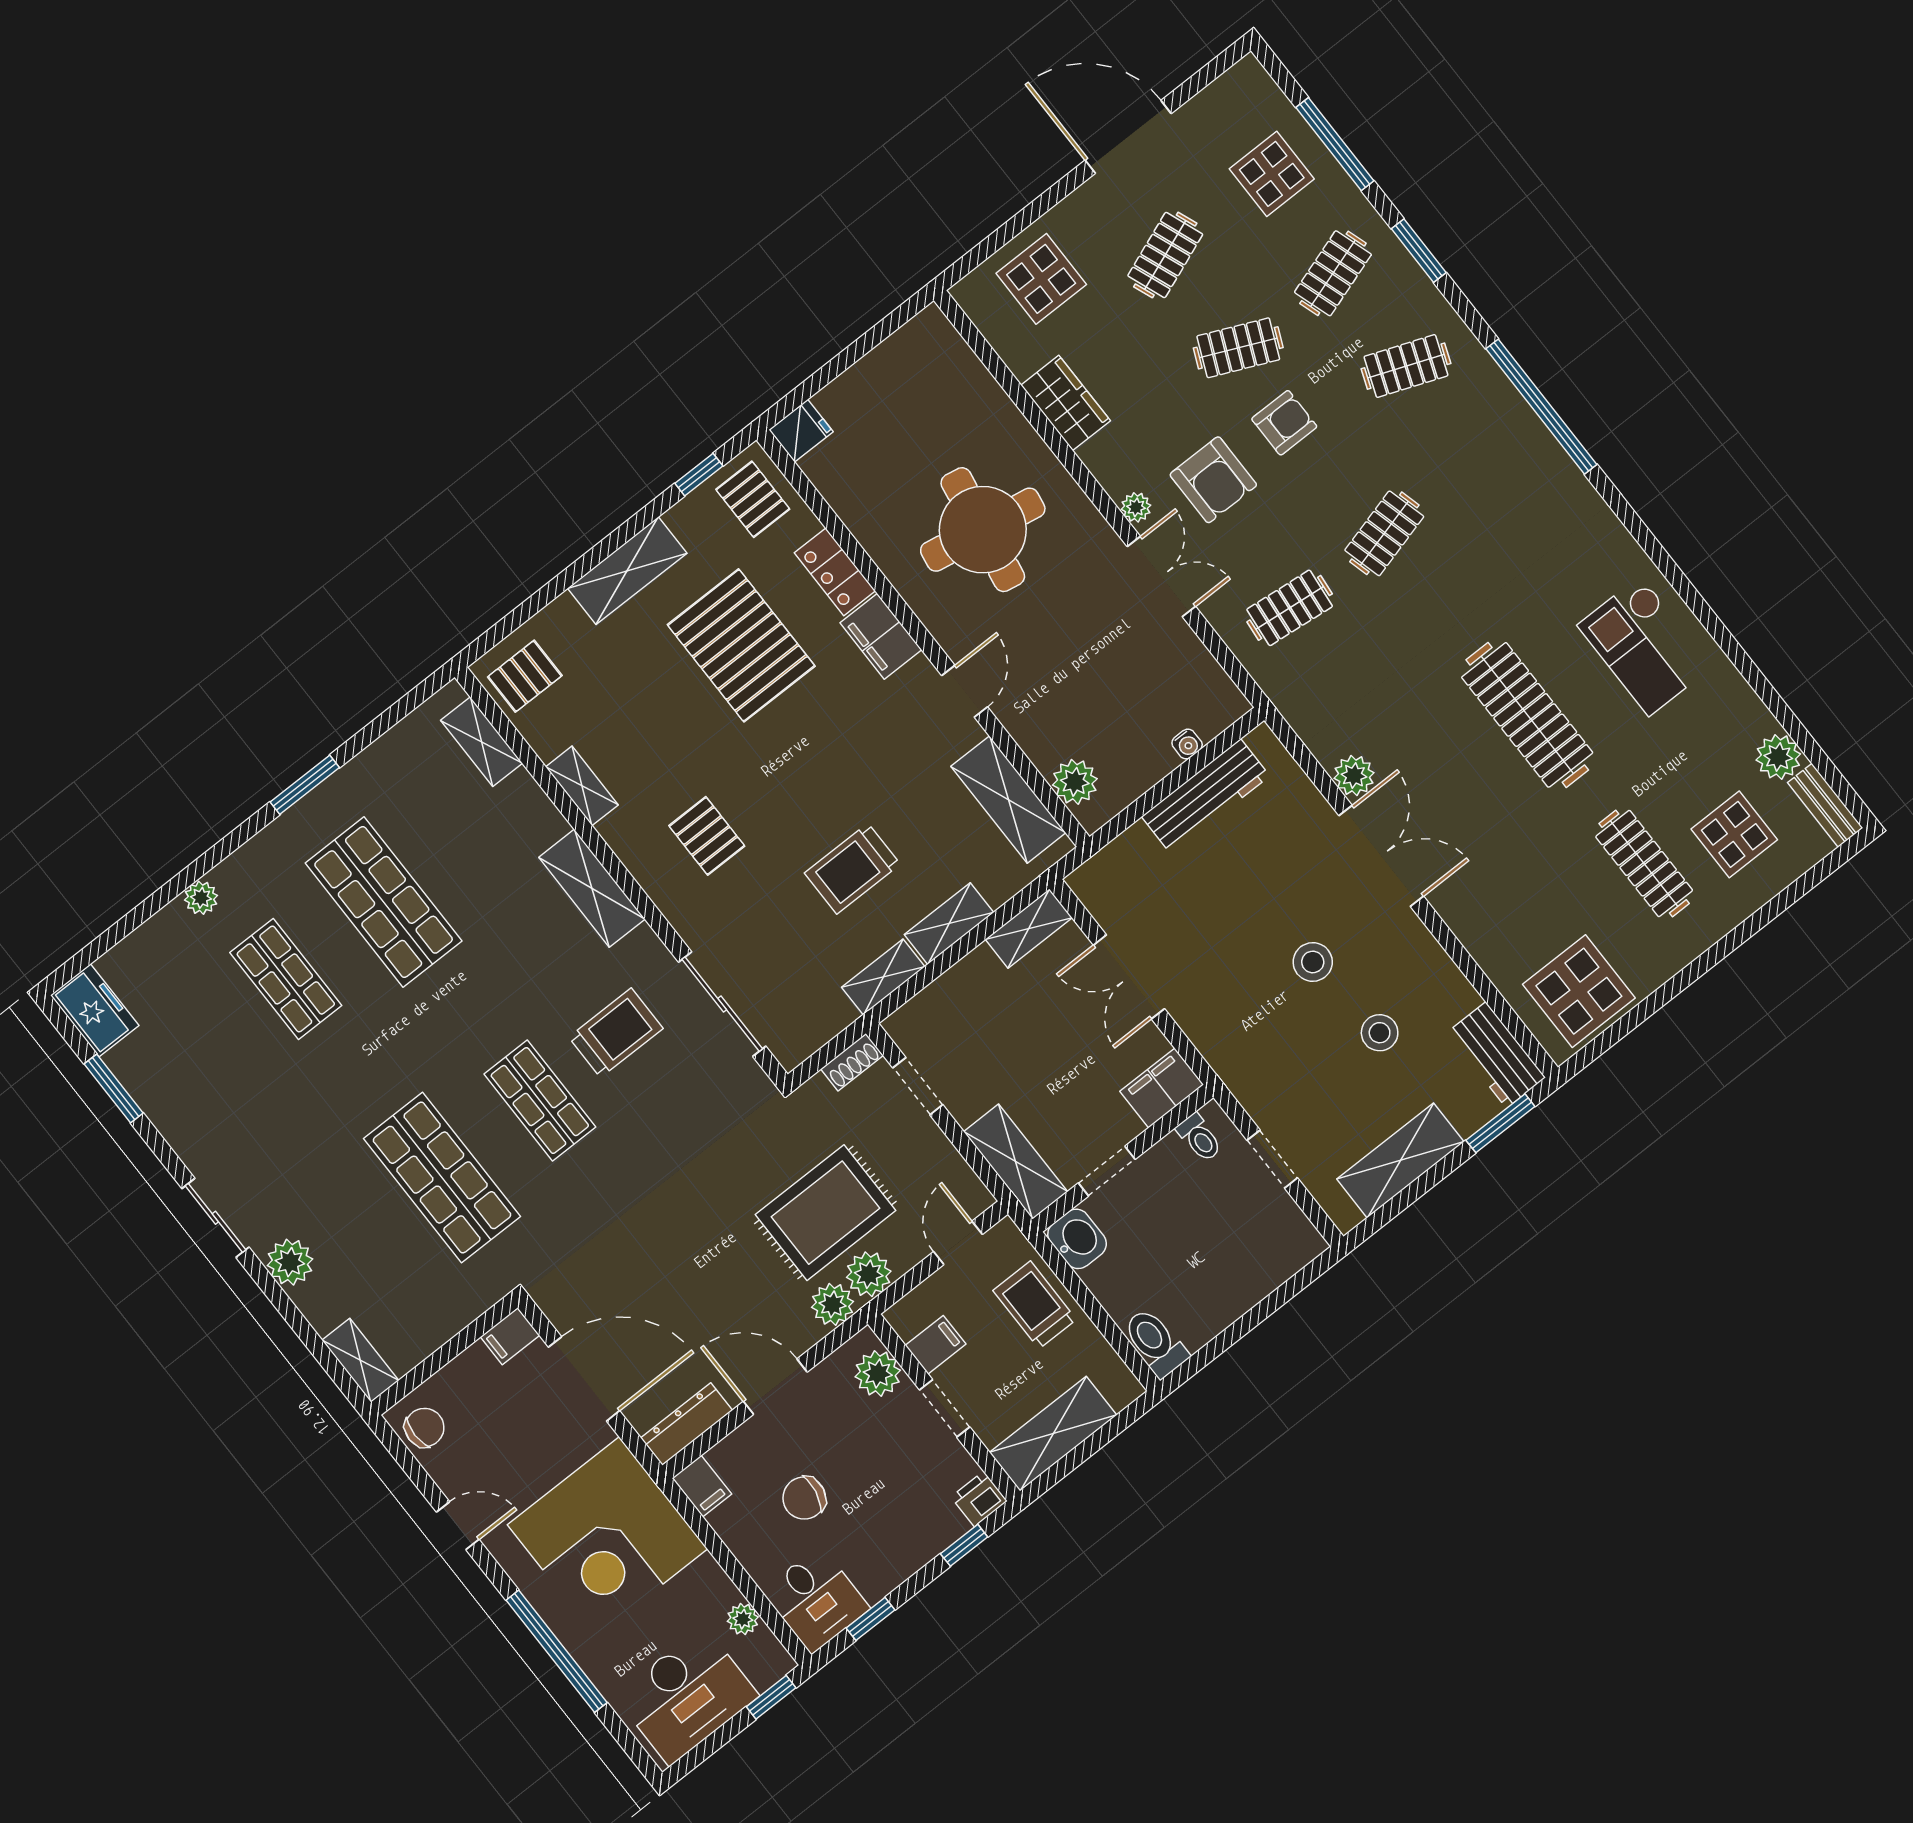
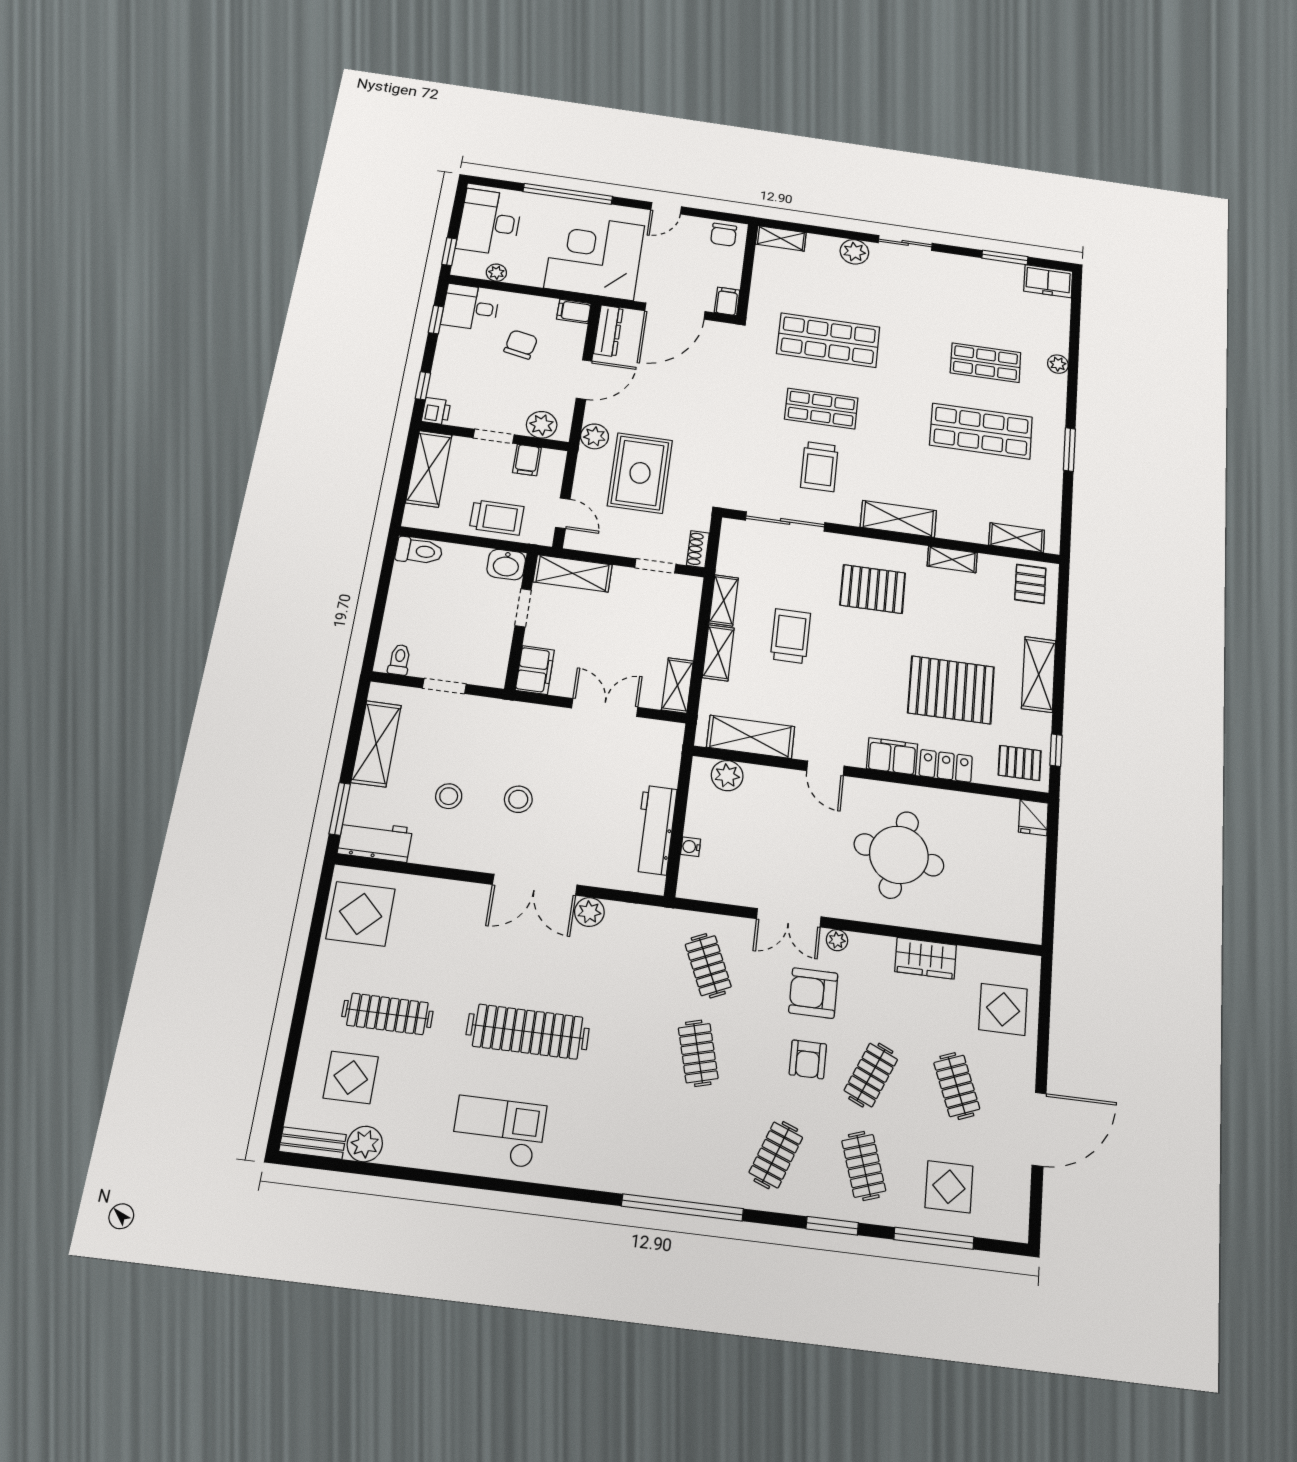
clothes rail: (1290, 608) -> (708, 966), turned -30
pallet: (707, 836) -> (873, 589), width x1.50, depth x1.42
toilet: (1199, 1138) -> (399, 660), moved, turned 90
plant: (869, 1274) -> (591, 464), removed

